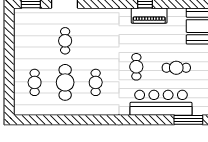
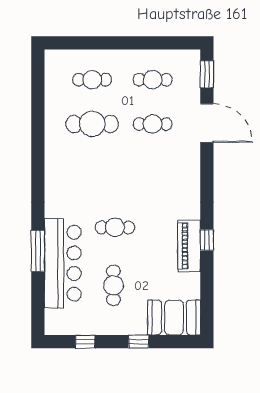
cafe table: (96, 82) -> (153, 80), moved
window: (188, 120) -> (38, 251), moved

